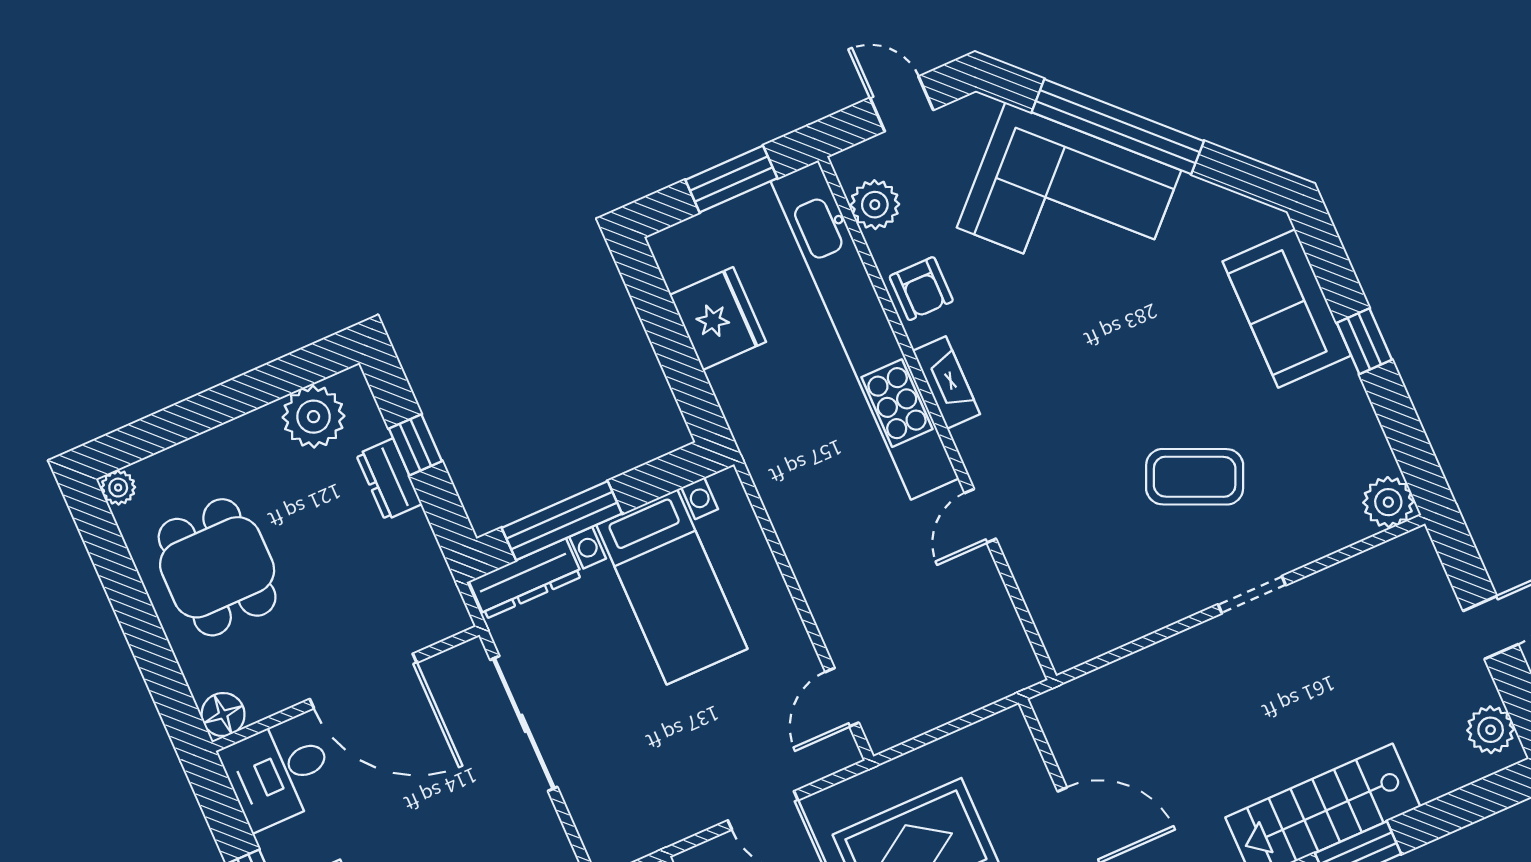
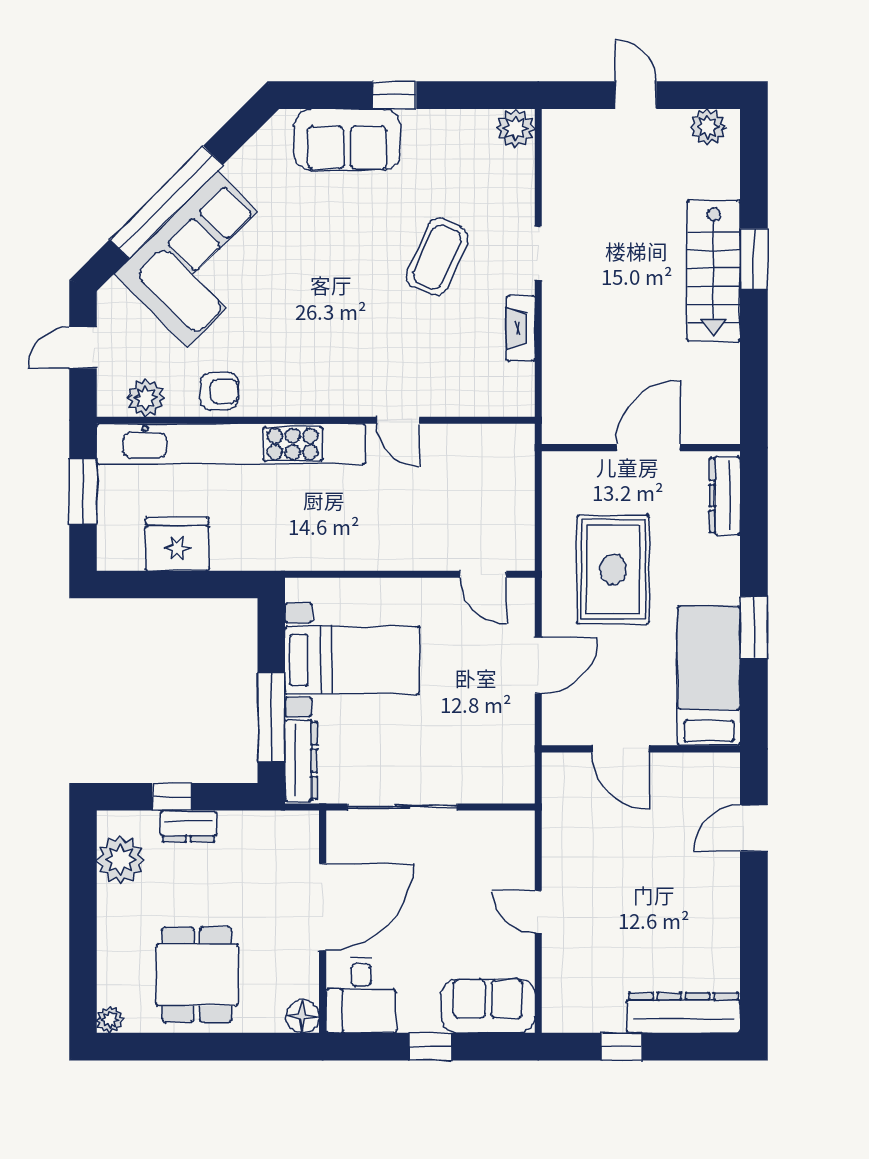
fireplace: (946, 382) -> (521, 328), moved, turned -90
dining table: (217, 567) -> (197, 975), turned 90

